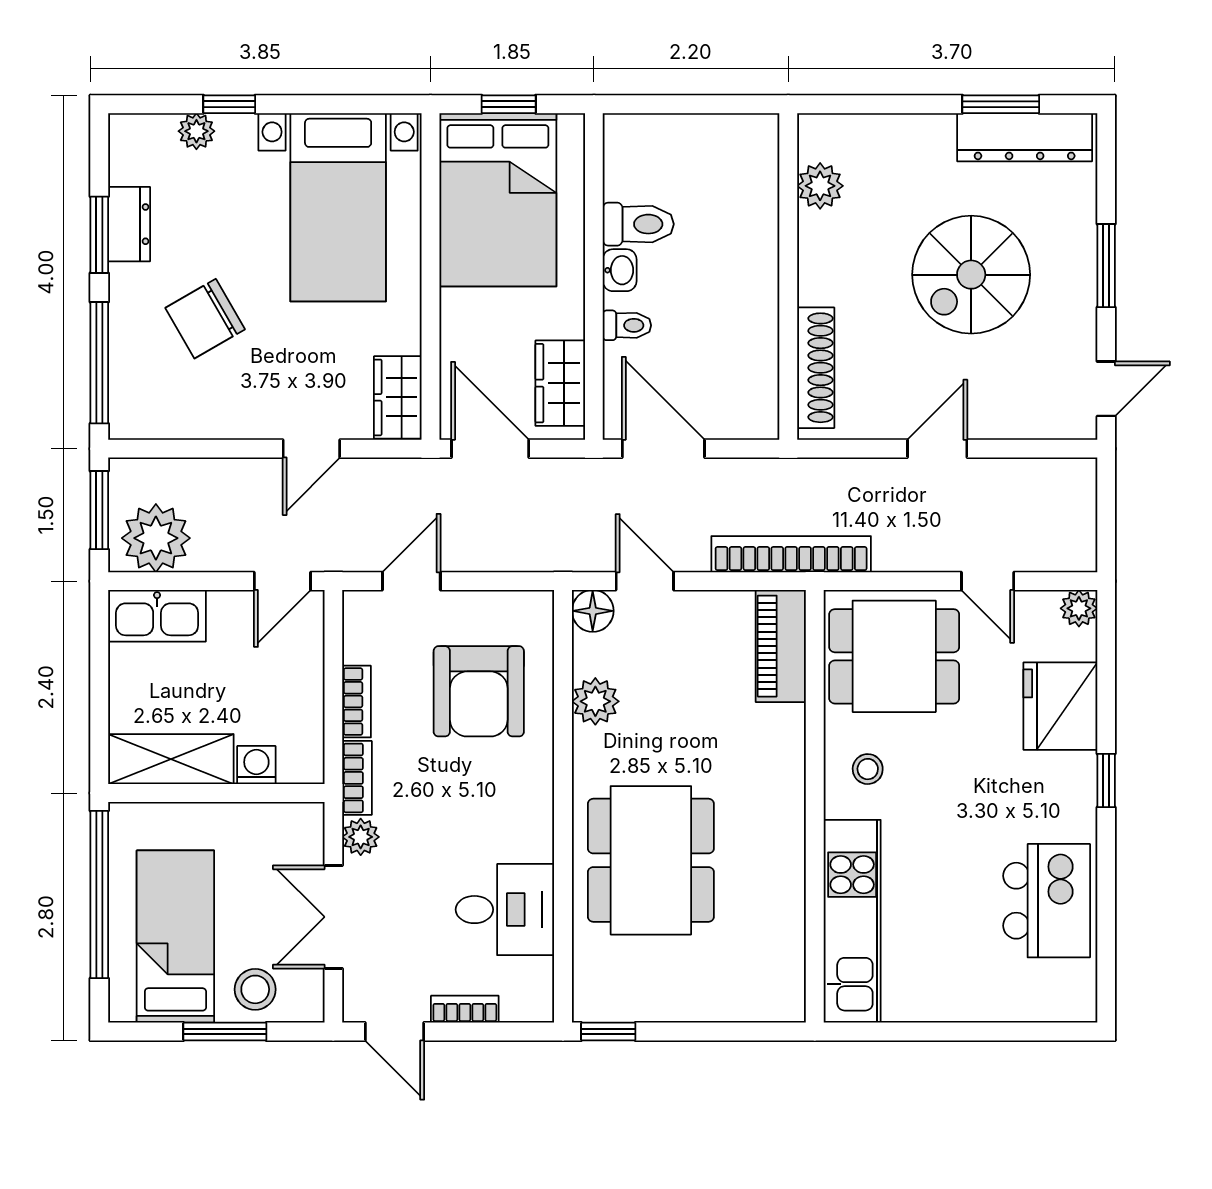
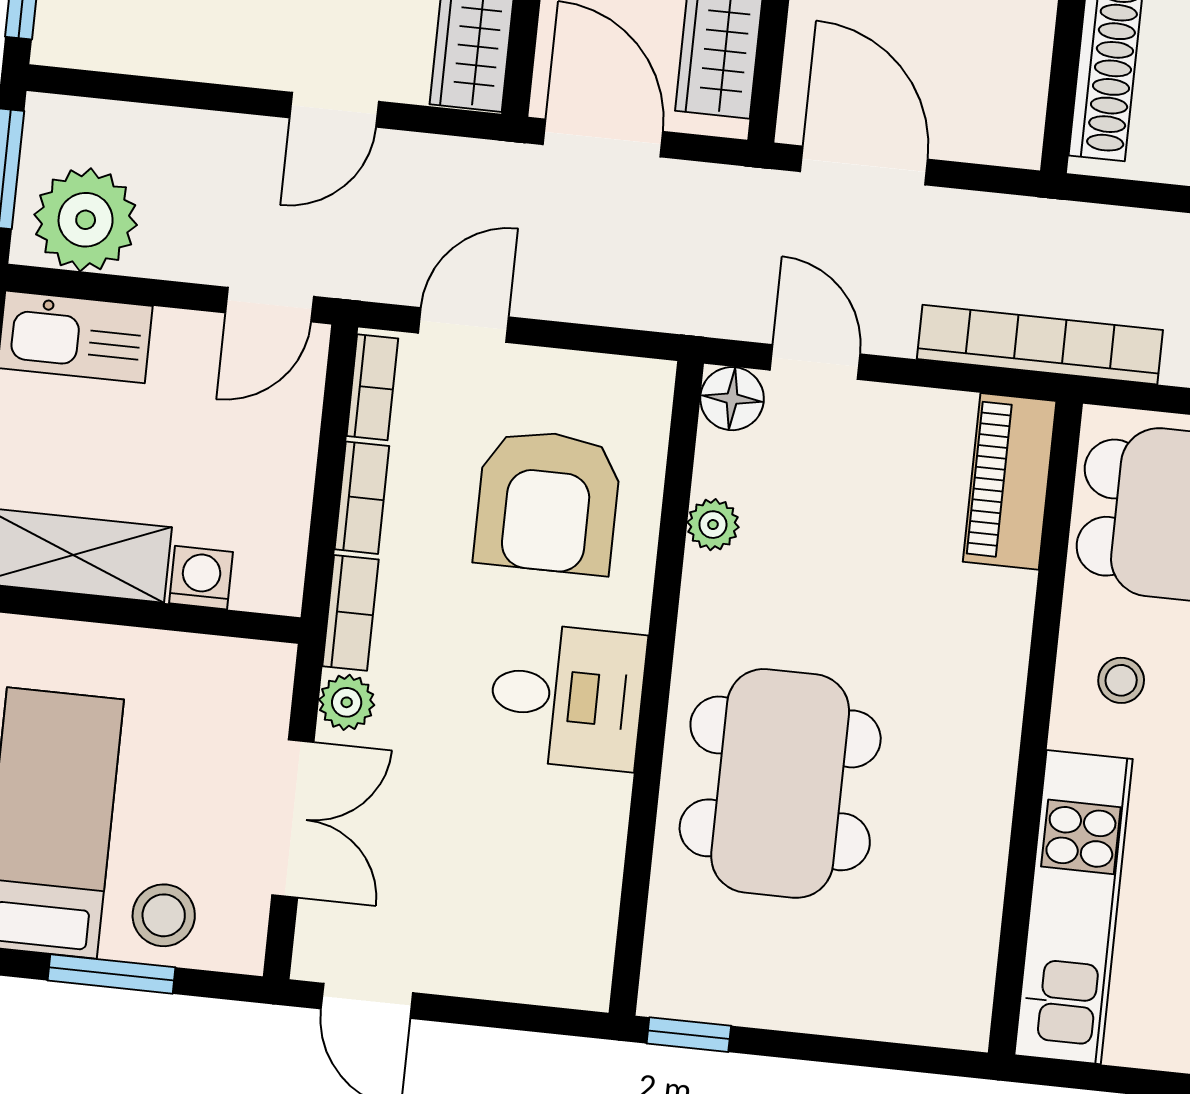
plant: (595, 701) -> (713, 525), width x0.73, depth x0.73
desk: (505, 910) -> (567, 696), moved
double door: (333, 917) -> (293, 818), swing flipped
bookcase: (465, 1009) -> (372, 387), moved, turned 90

